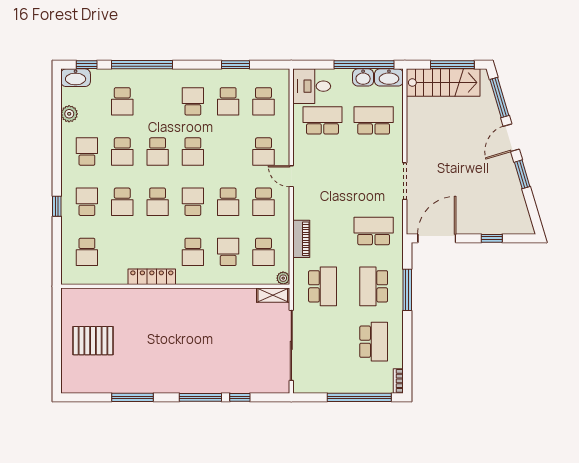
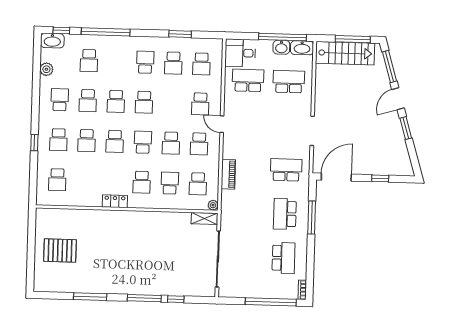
school desk: (87, 202) -> (58, 140), turned 180
locker: (152, 277) -> (115, 201), width x0.66
school desk: (322, 286) -> (244, 213), removed

